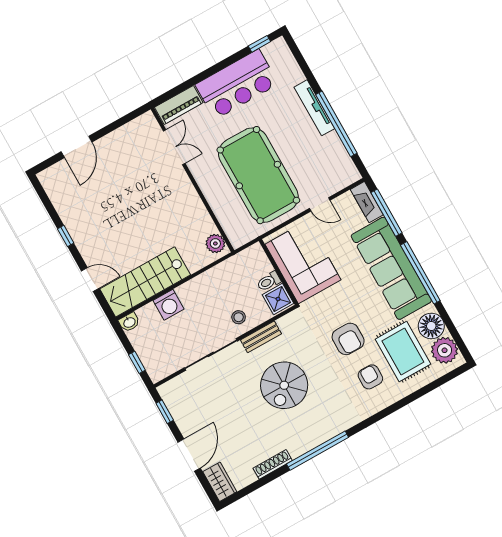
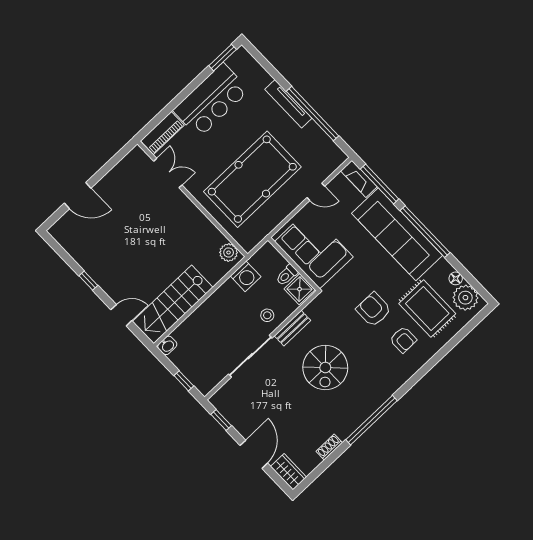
window: (259, 44) -> (223, 58), width x1.50
door: (77, 147) -> (78, 196), hinge flipped
pool table: (258, 175) -> (252, 179), turned 90
washing machine: (169, 305) -> (246, 276), moved
floor lamp: (431, 326) -> (456, 278), width x0.53, depth x0.53
armchair: (348, 339) -> (374, 310), turned 180
armchair: (370, 377) -> (403, 340), turned 180
shoe rack: (273, 464) -> (329, 447), width x0.70

